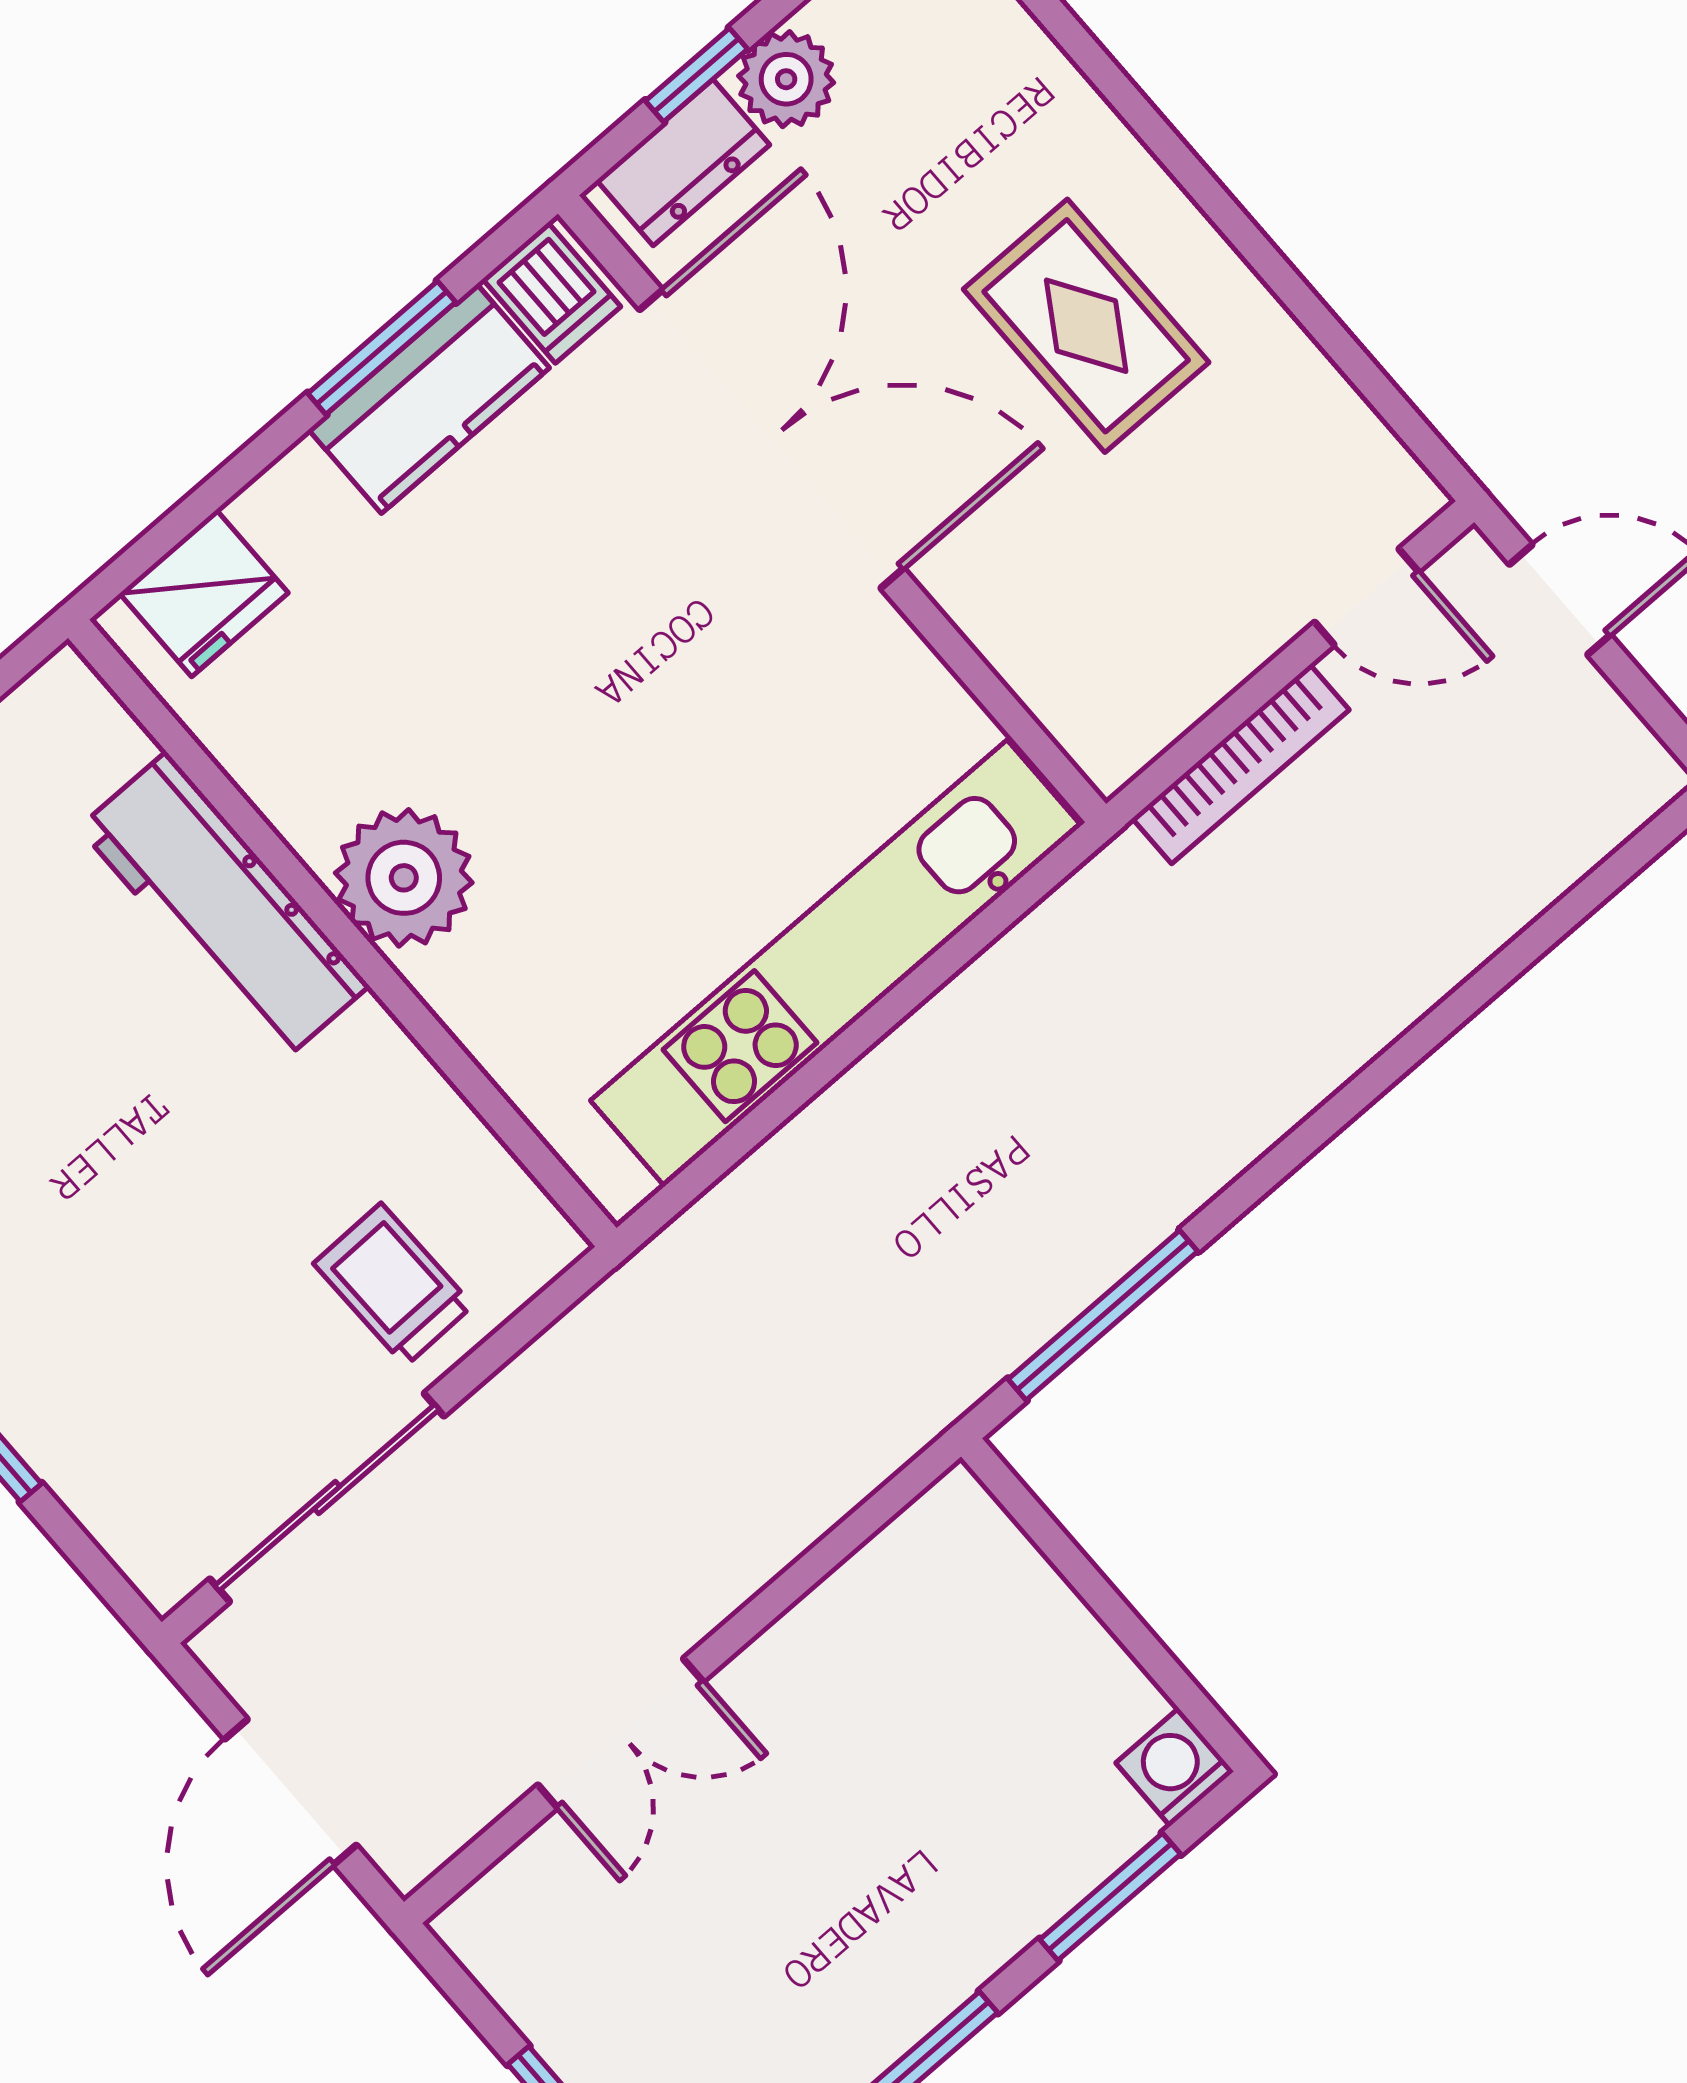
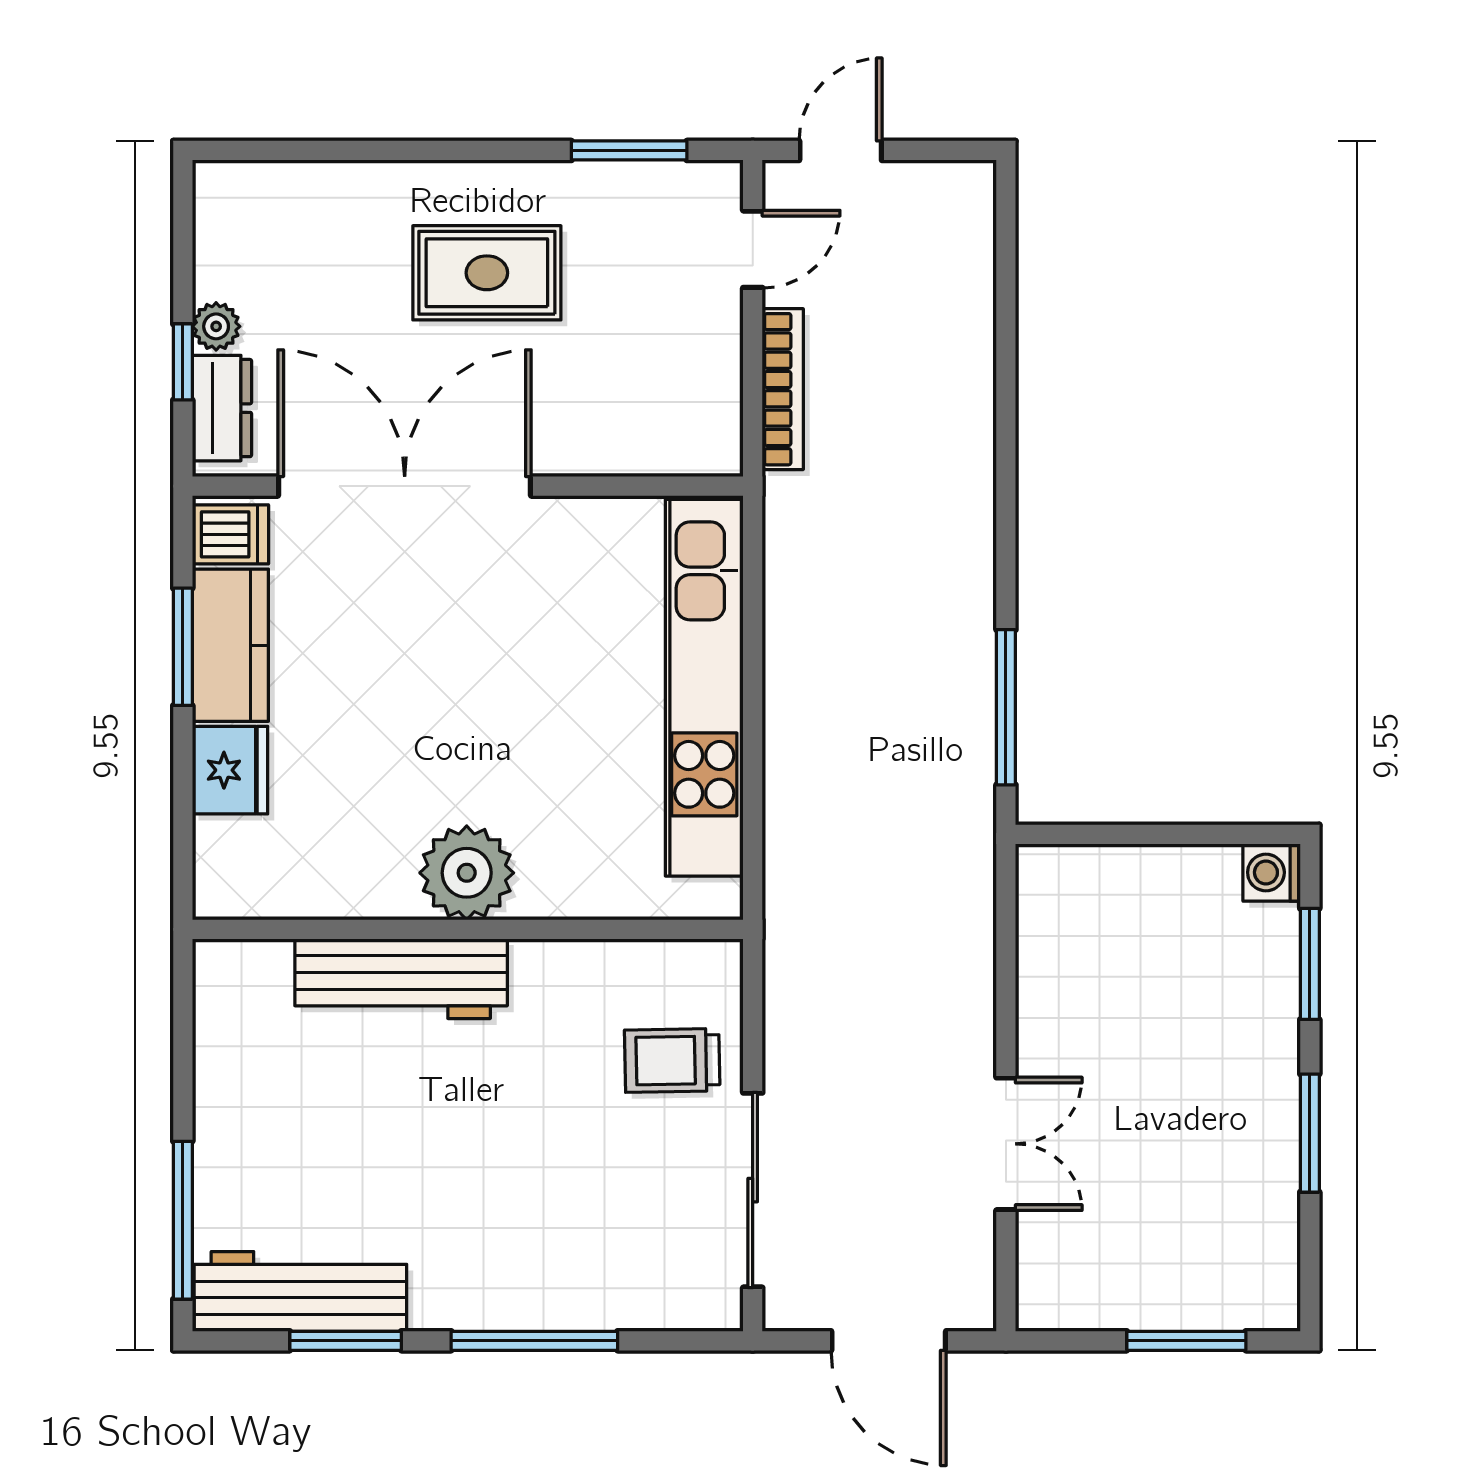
plant: (786, 79) -> (216, 326), width x0.73, depth x0.73
window: (1357, 366) -> (629, 150), added
fridge: (204, 593) -> (230, 770), moved

